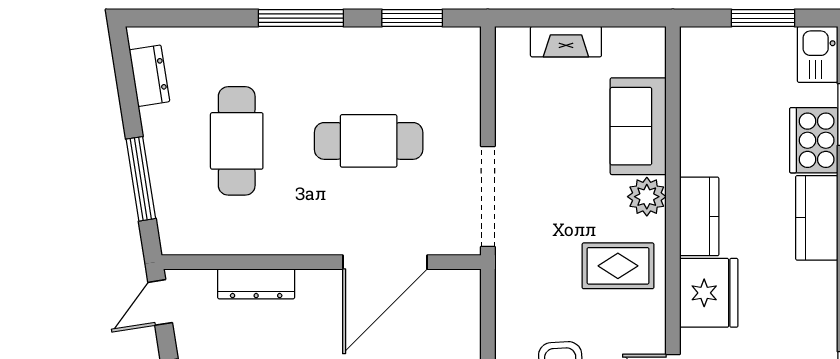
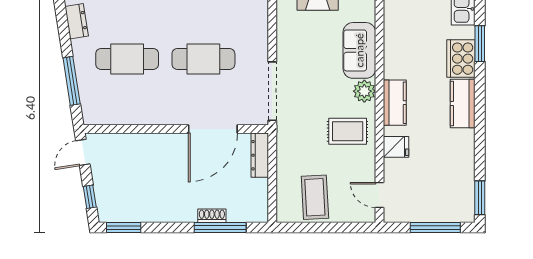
cafe table: (237, 141) -> (127, 59), turned 90
dresser: (256, 284) -> (260, 155), moved, turned 90
fridge: (709, 293) -> (396, 147), width x0.53, depth x0.75

